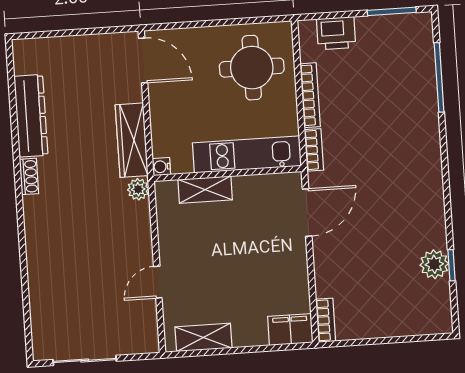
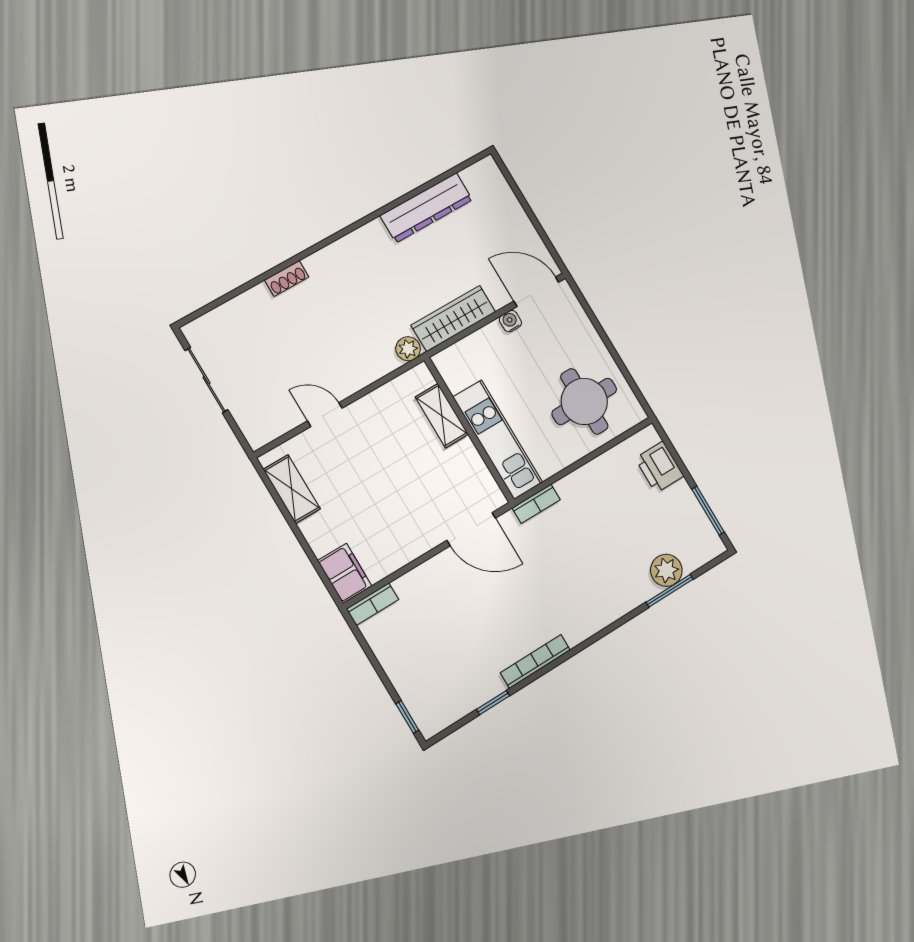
door: (143, 61) -> (536, 292), swing flipped
window: (439, 77) -> (670, 591), width x0.69
bookcase: (310, 95) -> (535, 661), moved, turned 180
water cooler: (161, 167) -> (510, 321), moved
shoe rack: (29, 176) -> (287, 278), moved
plant: (434, 264) -> (666, 570), moved
window: (427, 338) -> (407, 717), added

